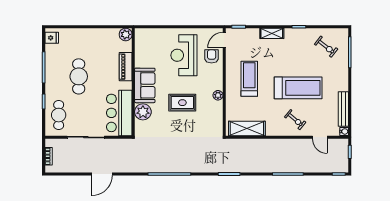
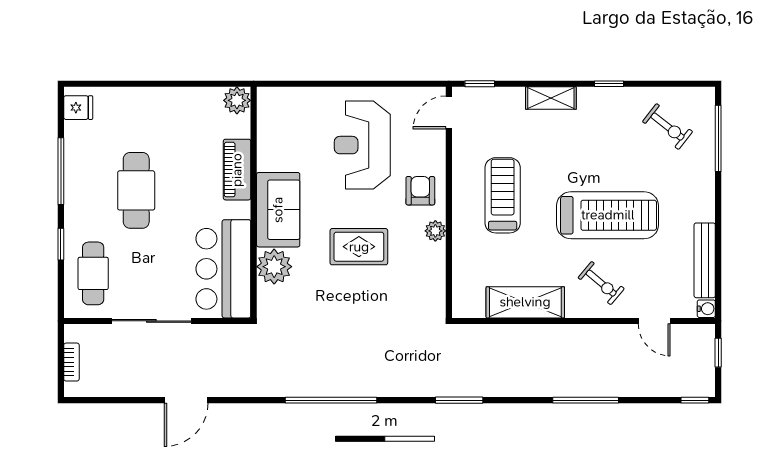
armchair: (212, 56) -> (420, 191), moved
shelving: (247, 129) -> (525, 302), moved

